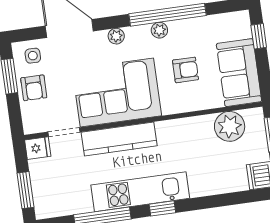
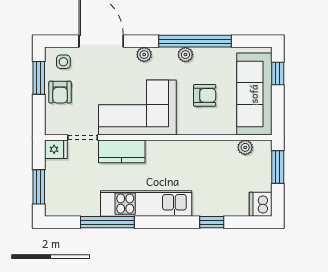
sofa: (239, 73) -> (254, 94), width x1.36
plant: (230, 126) -> (245, 147), width x0.53, depth x0.53
kitchen counter: (119, 139) -> (122, 151), width x0.67
window: (162, 208) -> (212, 222), moved

